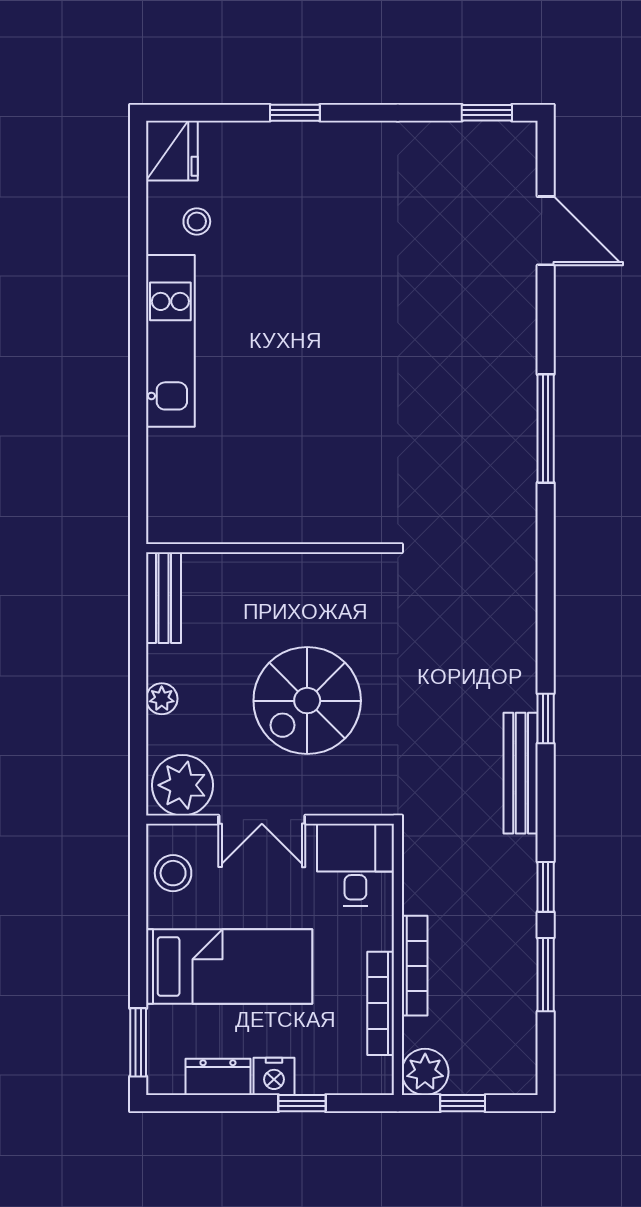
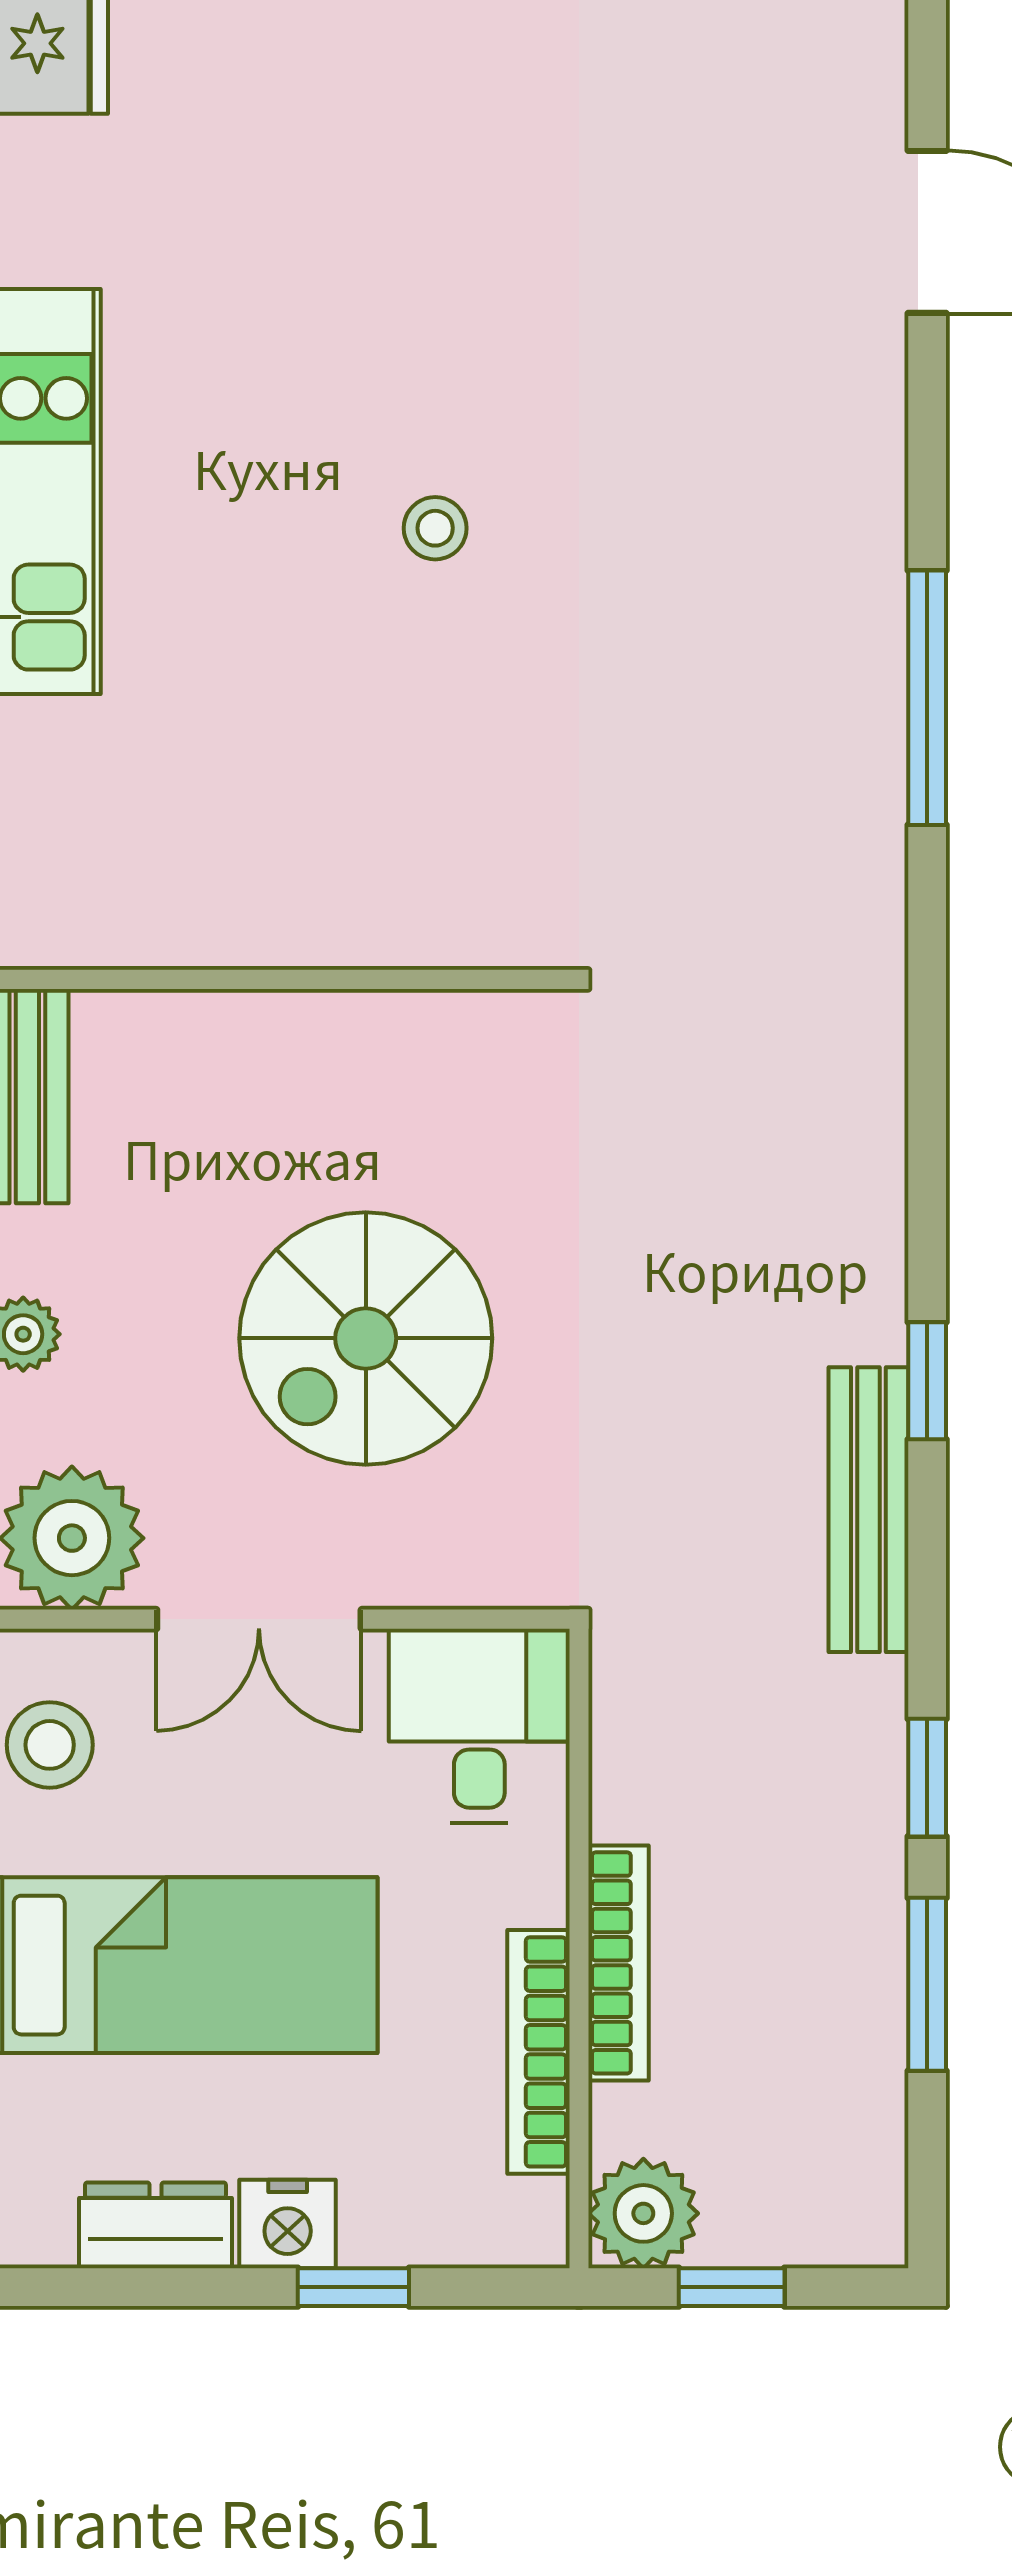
stool: (197, 221) -> (435, 528), moved

